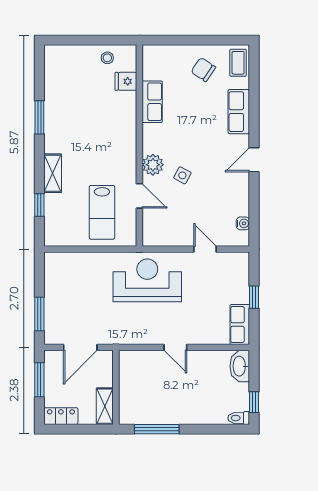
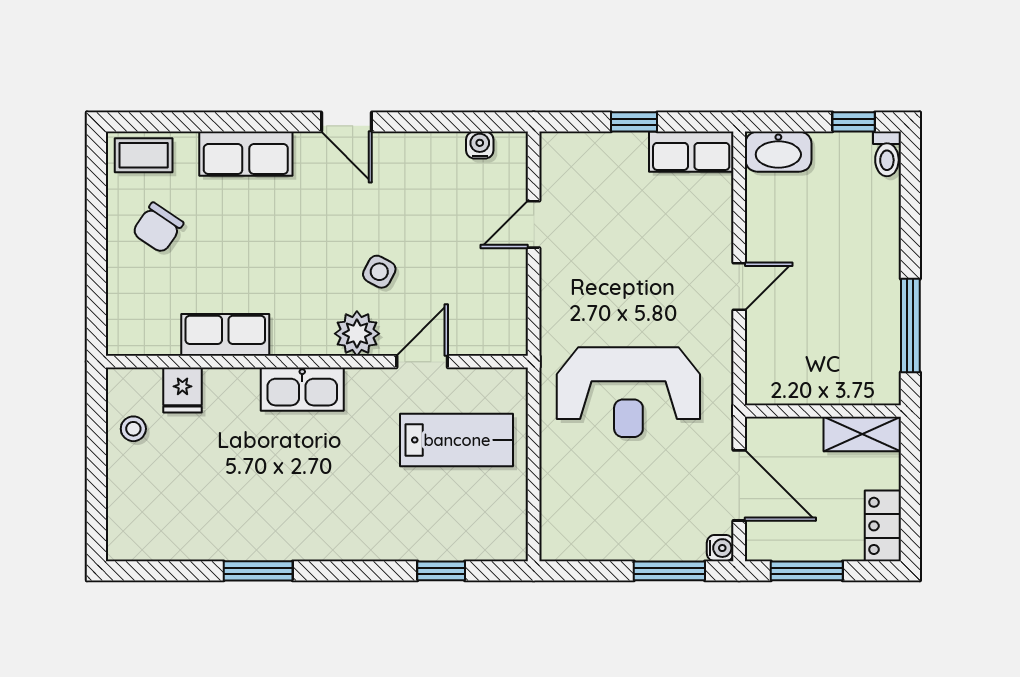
kitchen sink: (126, 139) -> (302, 389), added
shelving: (53, 173) -> (375, 543), removed
reception desk: (147, 280) -> (628, 392), moved, turned -90
water cooler: (50, 338) -> (720, 548), added

